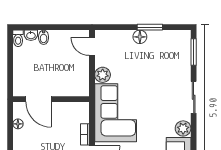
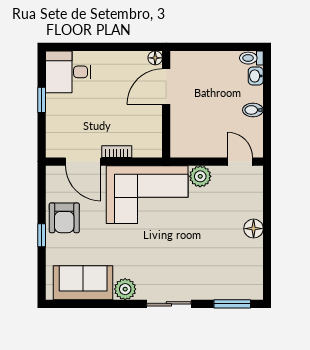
window: (150, 27) -> (267, 243), removed
bidet: (44, 37) -> (253, 110), moved
door: (92, 46) -> (240, 162), hinge flipped
floor lamp: (18, 124) -> (155, 58), moved

